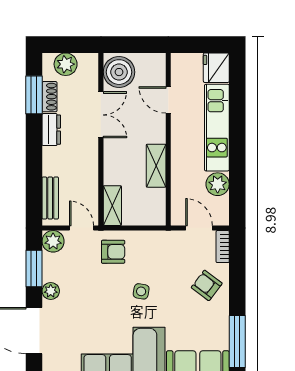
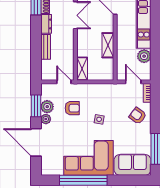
bench: (50, 198) -> (46, 47), moved
plant: (53, 241) -> (47, 107), moved
armchair: (113, 252) -> (72, 108), moved

